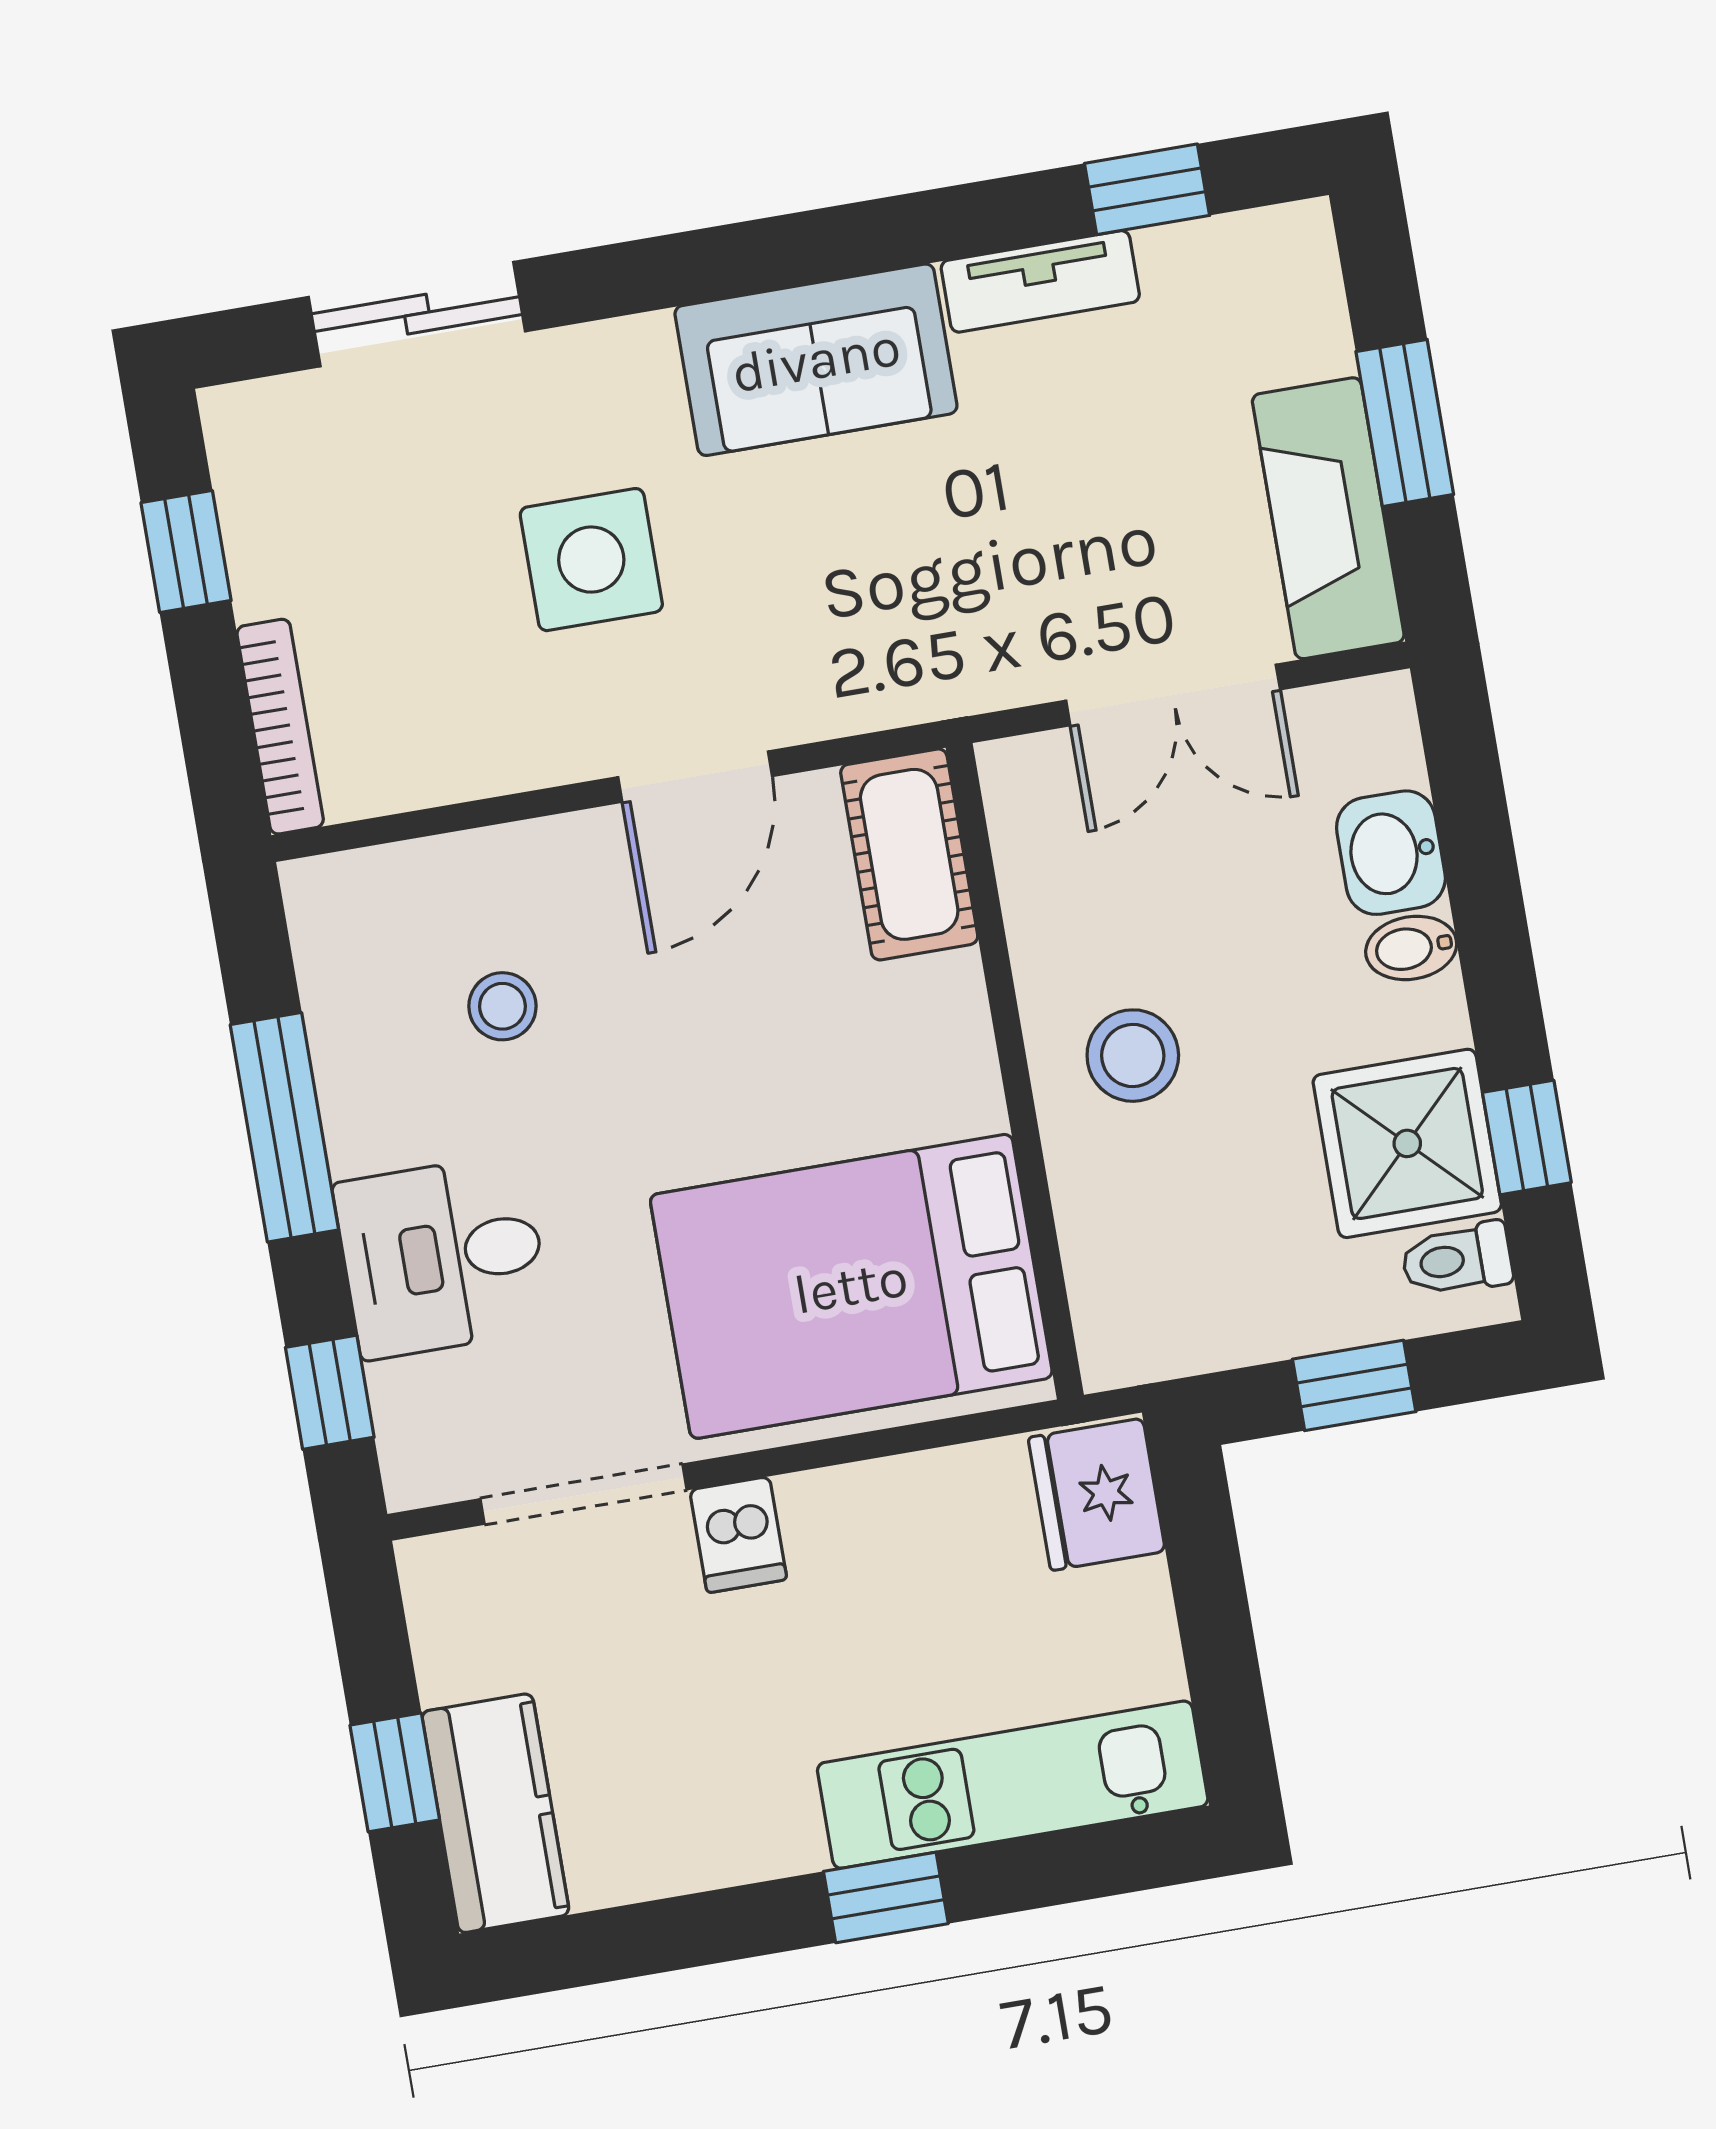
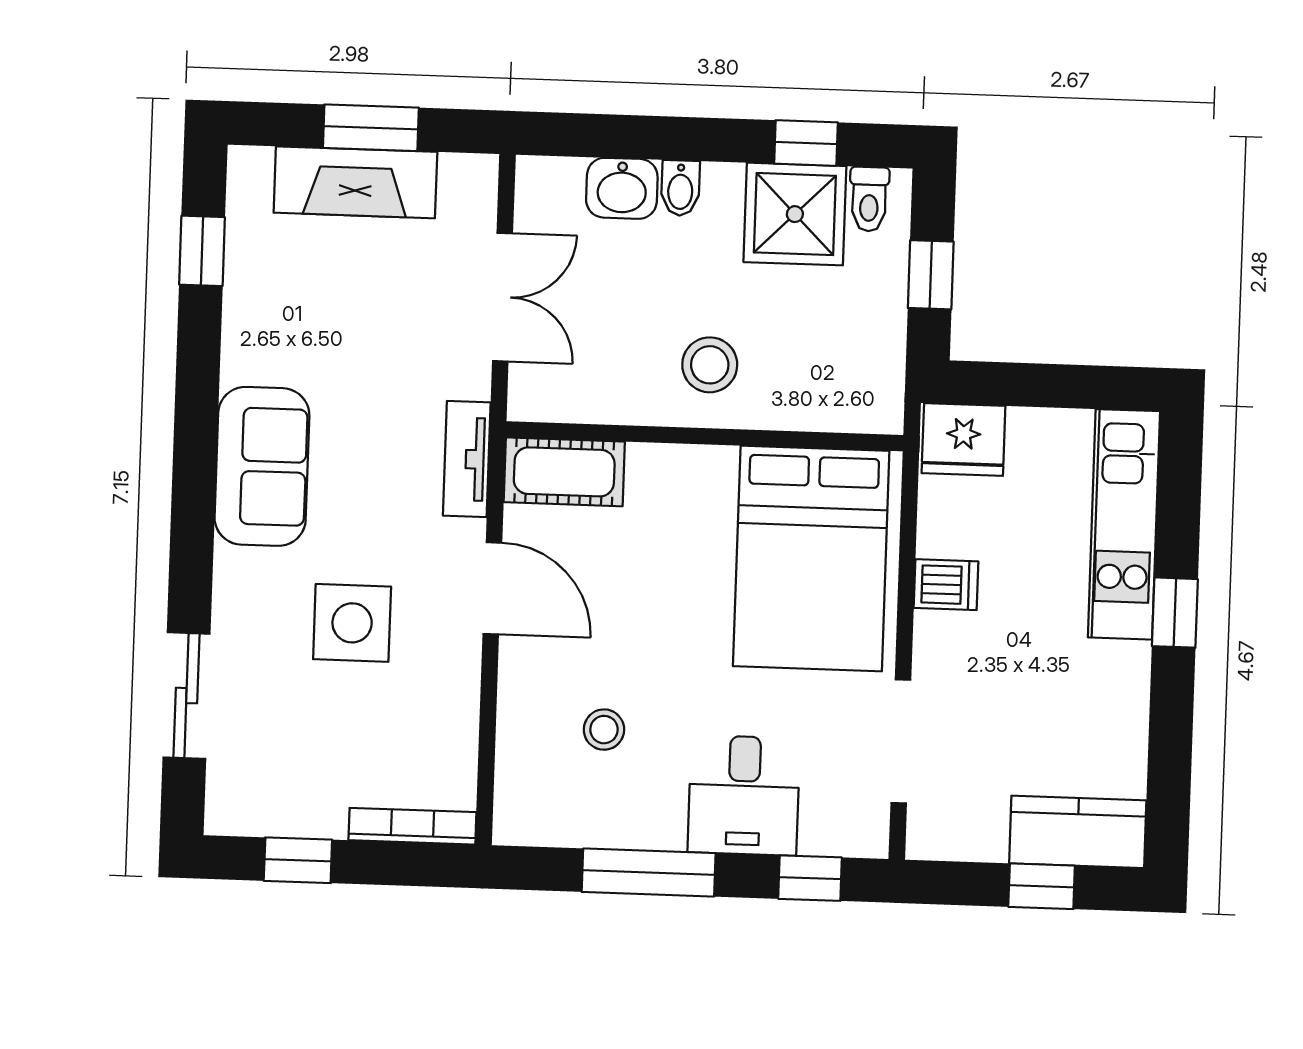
tv unit: (1040, 281) -> (467, 459), moved, turned 180
fireplace: (1328, 518) -> (355, 182), moved
dishwasher: (738, 1535) -> (946, 585), moved

